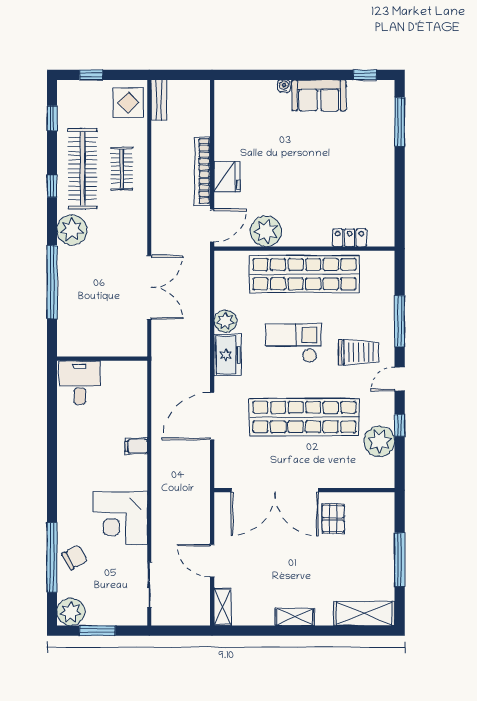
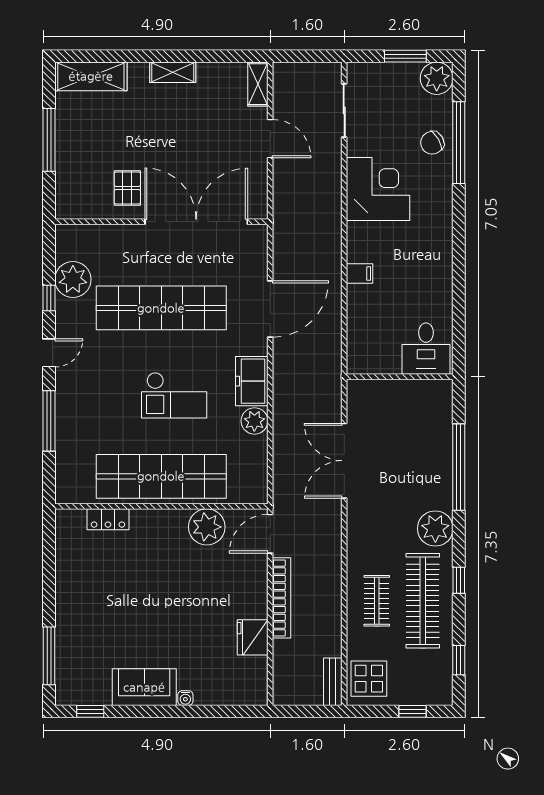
fridge: (227, 177) -> (253, 637), moved
trolley: (358, 352) -> (97, 384), removed

